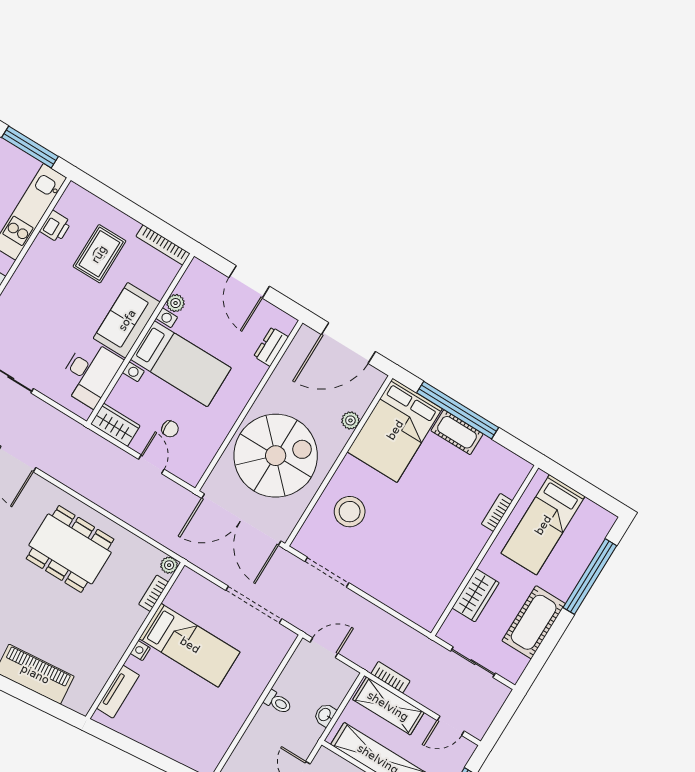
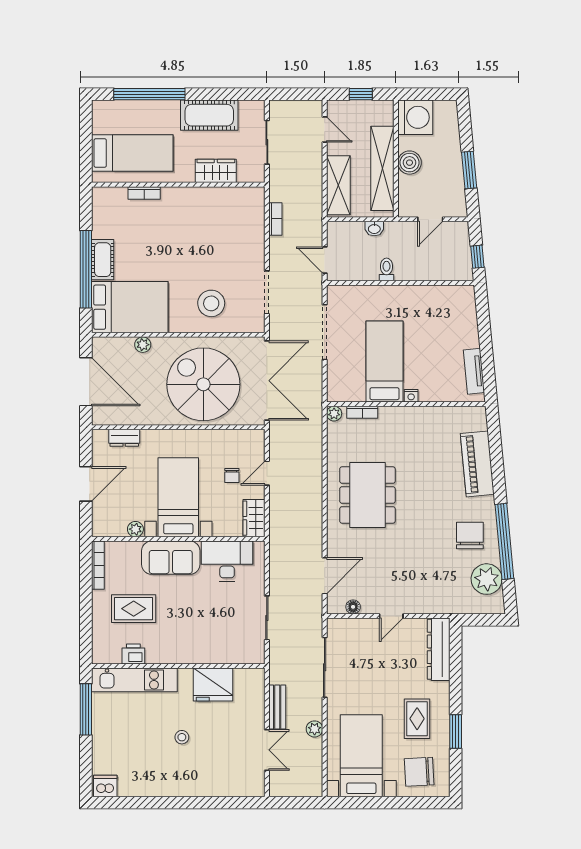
chair: (170, 429) -> (232, 476), turned 180
bookcase: (390, 677) -> (275, 219), moved, turned 180
tv unit: (118, 692) -> (474, 371), moved, turned -95

